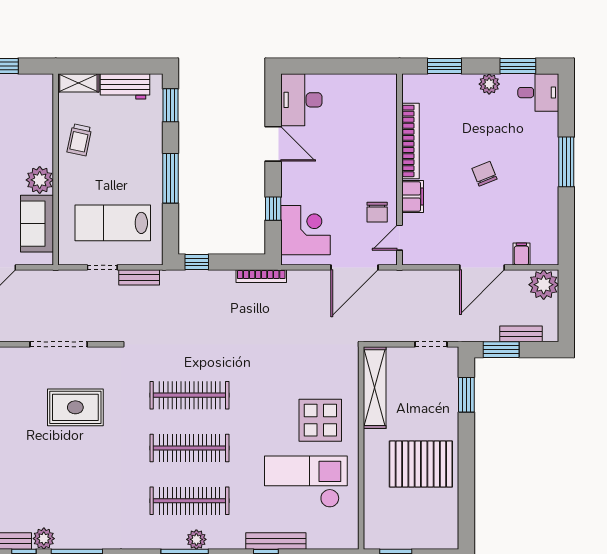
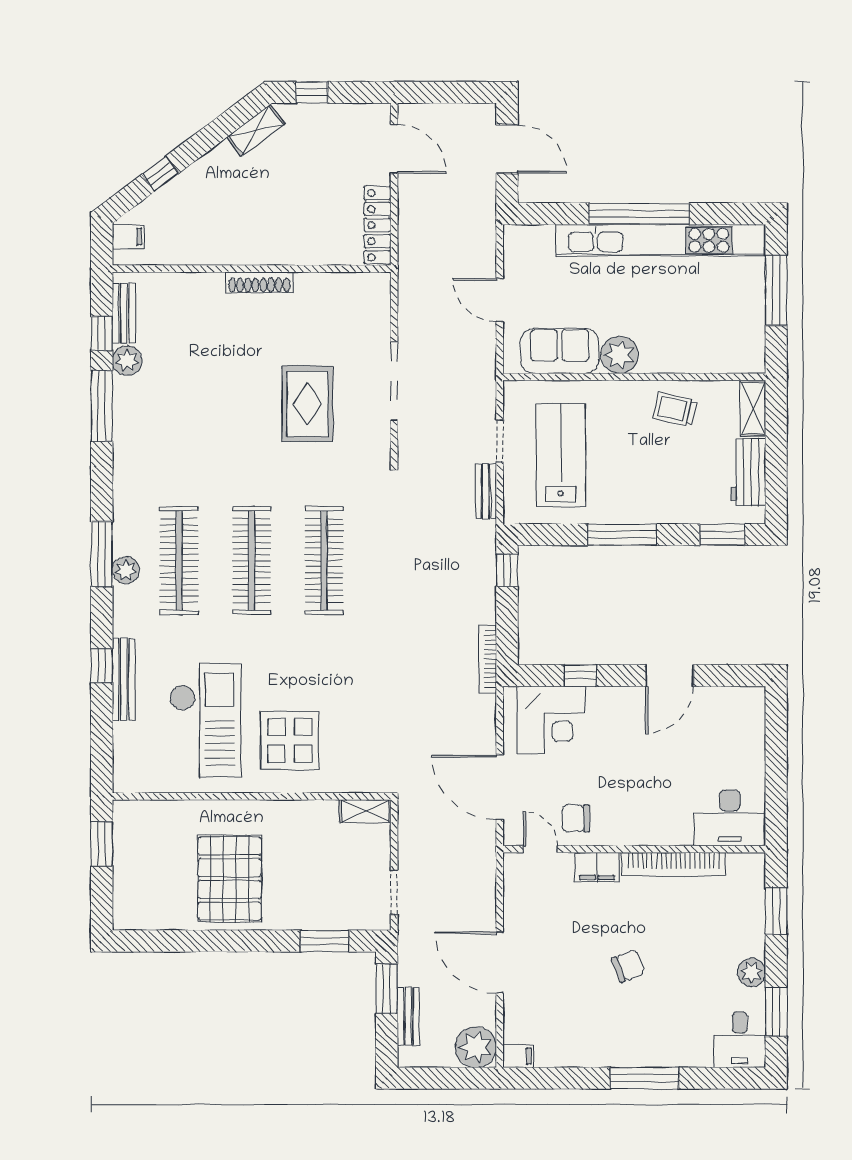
desk: (301, 100) -> (730, 818), moved, turned 180
filing cabinet: (521, 254) -> (518, 1056), moved
shelving: (375, 388) -> (365, 811), width x0.45, depth x0.75

